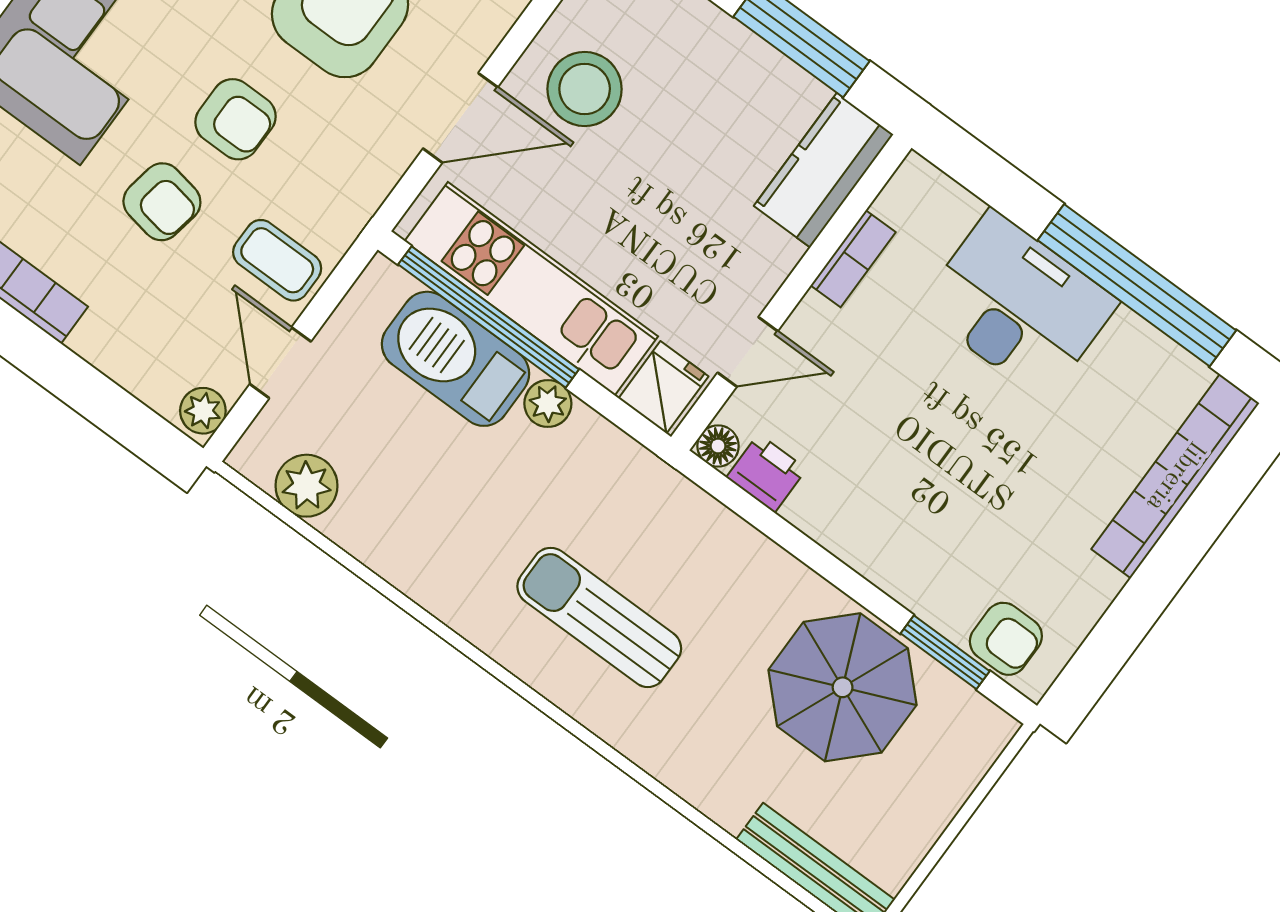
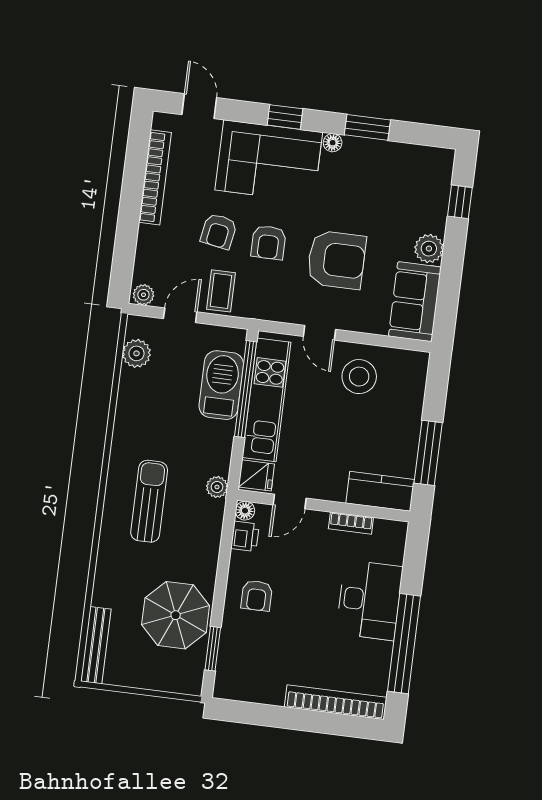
door: (460, 118) -> (320, 333), width x0.73
door: (748, 352) -> (290, 501), hinge flipped
plant: (548, 404) -> (217, 487), moved
armchair: (1006, 639) -> (257, 596), moved

